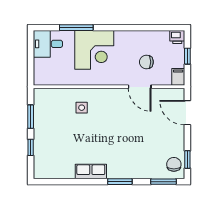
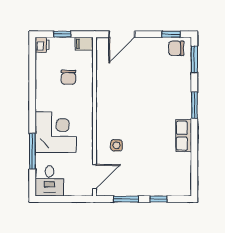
door: (140, 87) -> (95, 177), moved

